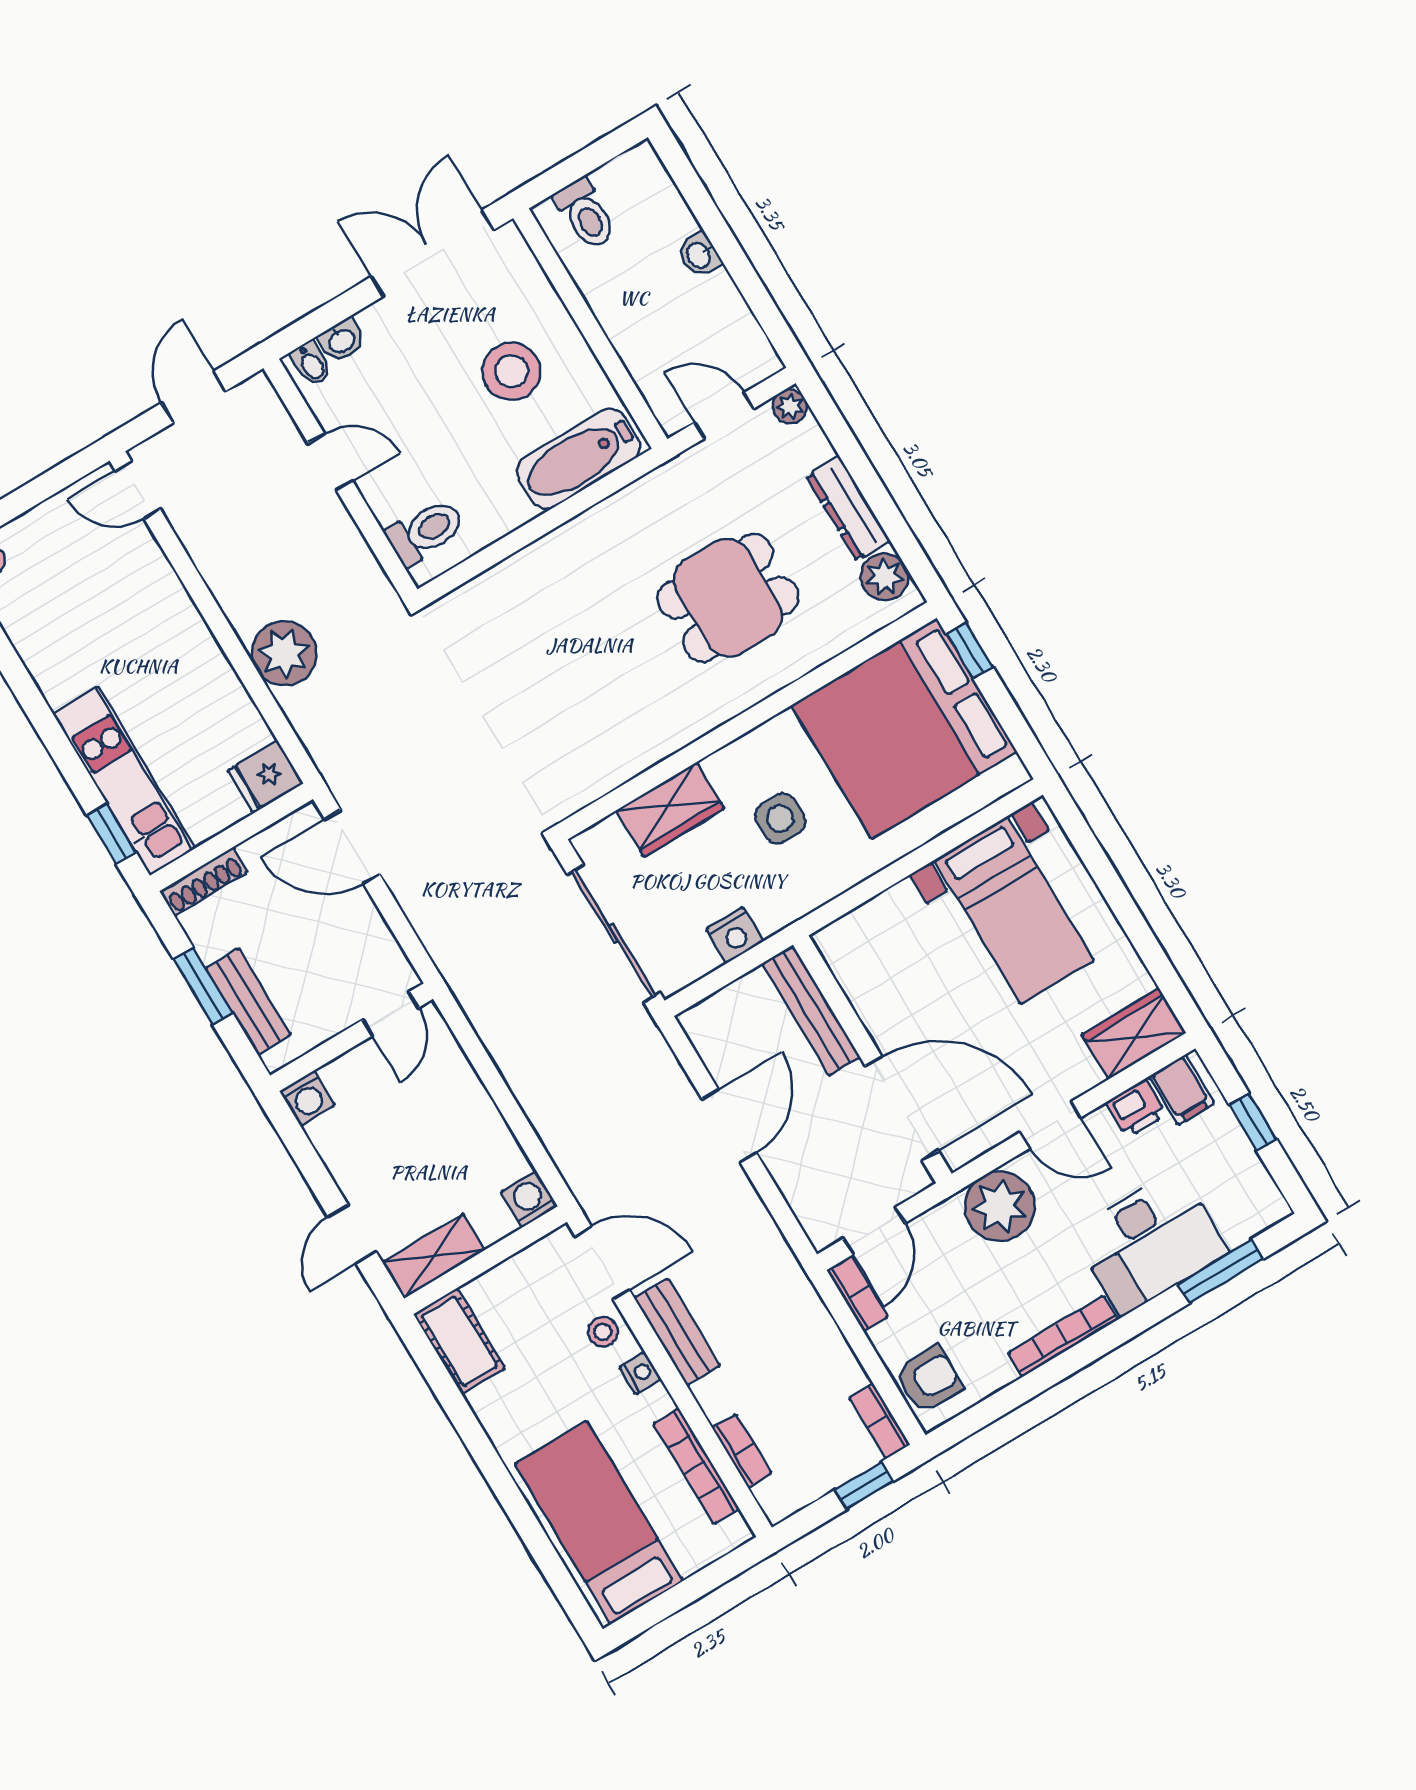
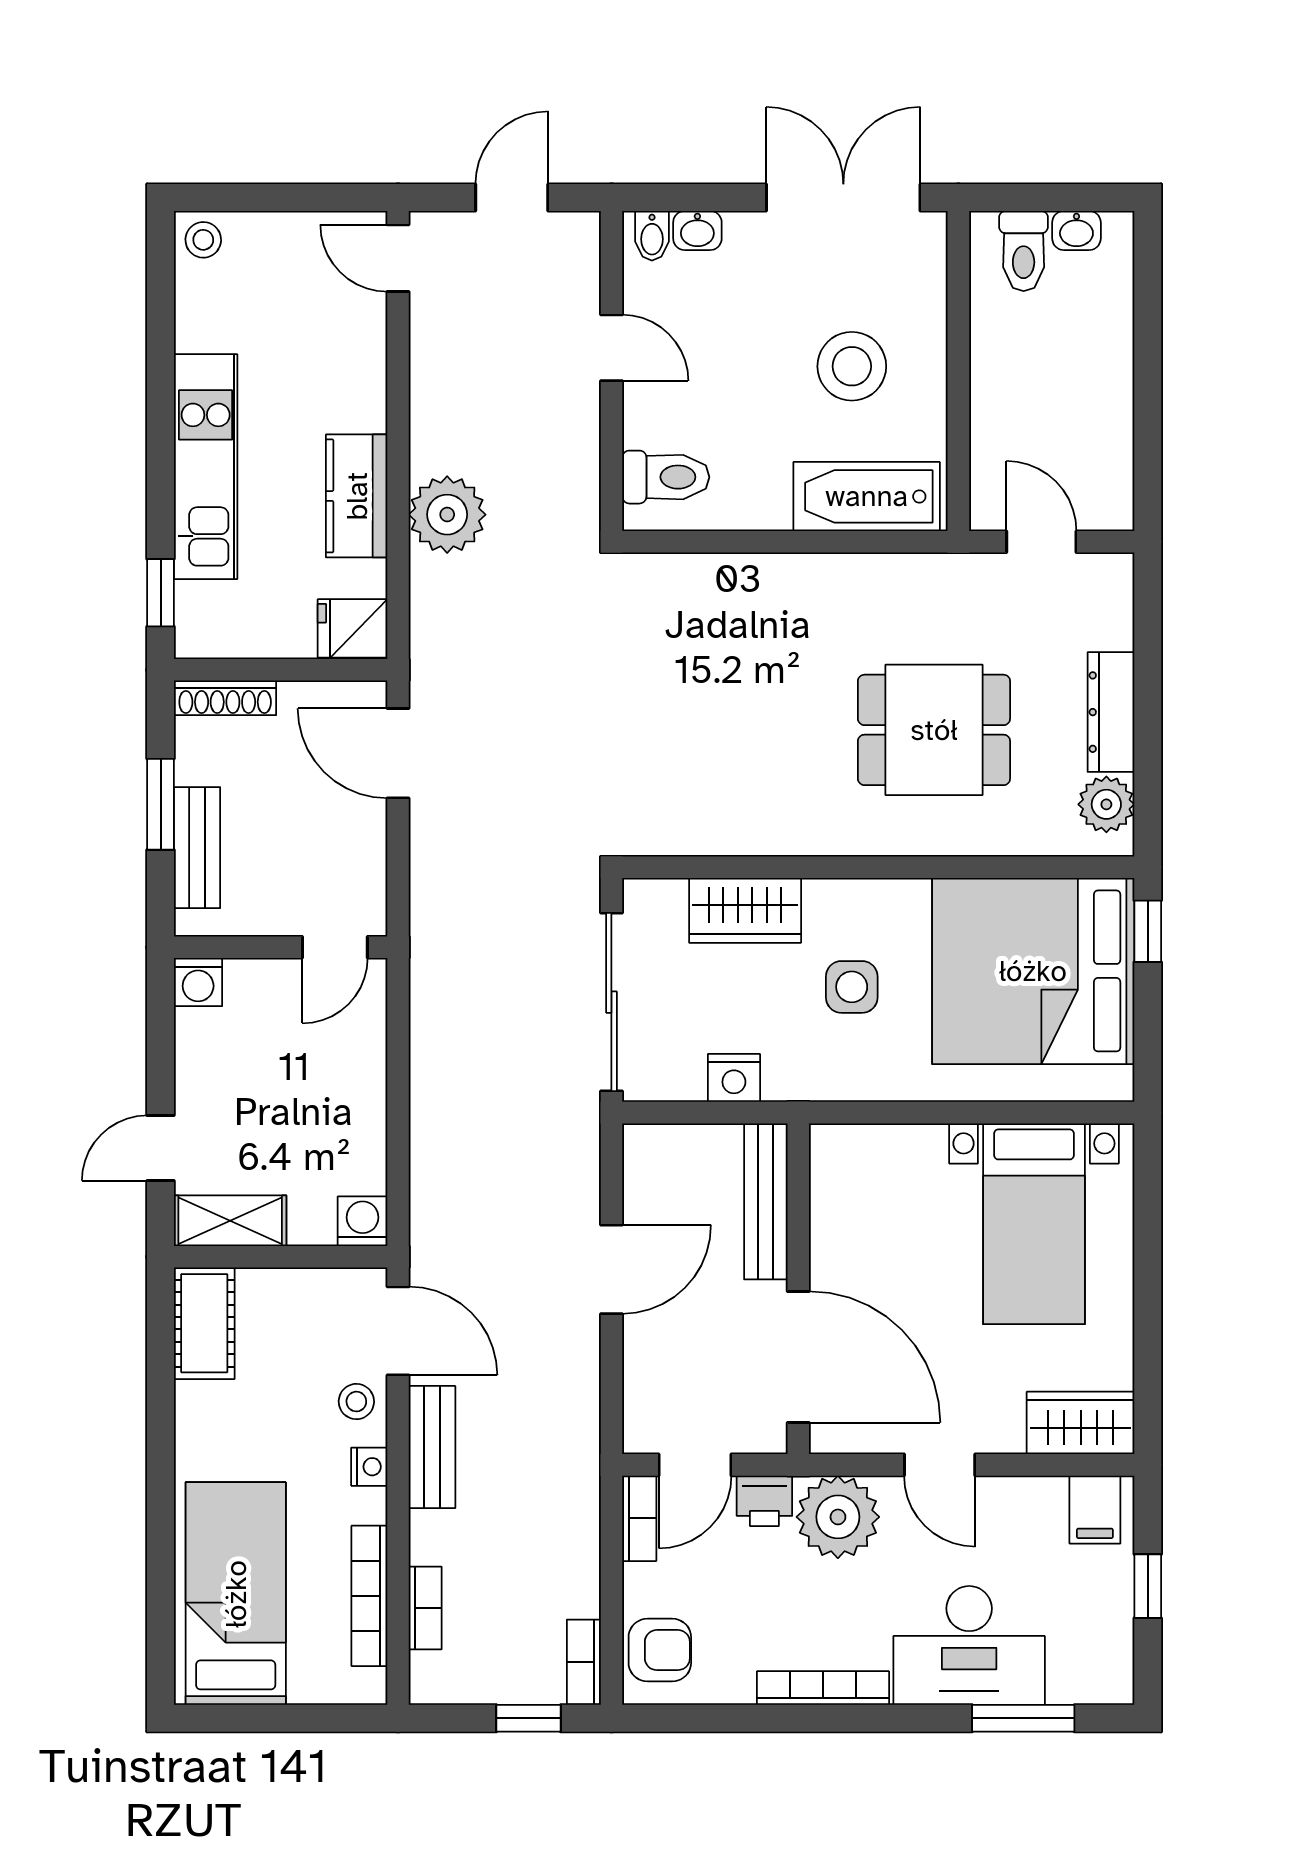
washbasin: (699, 255) -> (1076, 230), moved, turned -90
plant: (790, 406) -> (1114, 573), removed
kitchen counter: (211, 679) -> (357, 496), added
kitchen unit: (124, 781) -> (206, 467), moved
printer: (1136, 1108) -> (764, 1501), moved

